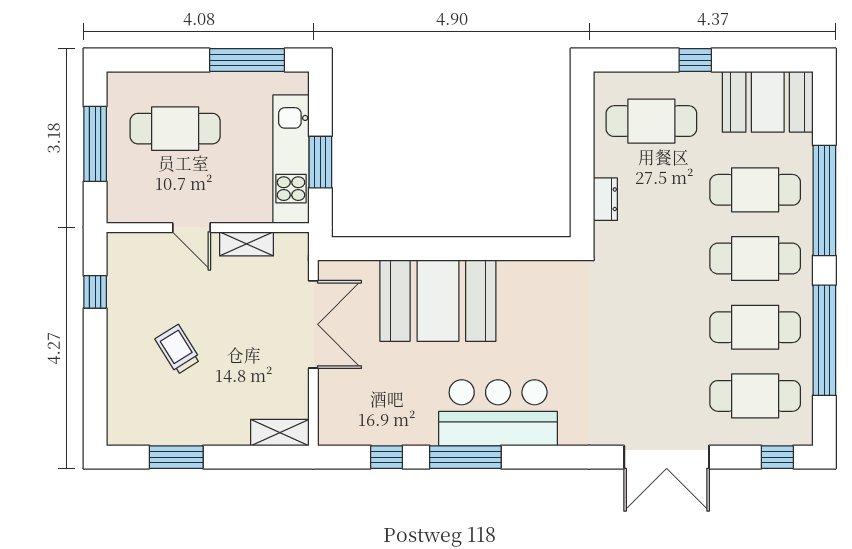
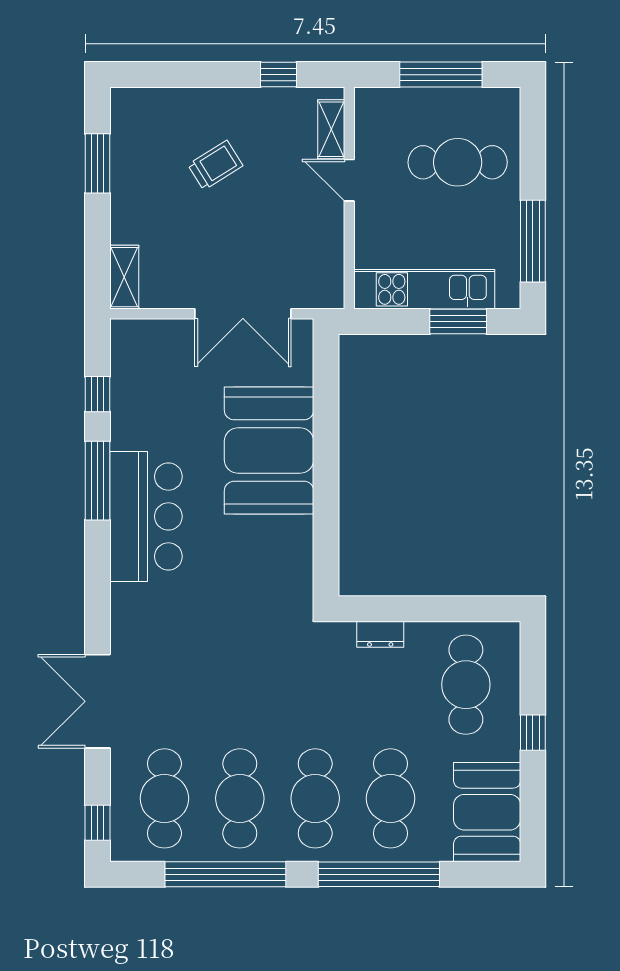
cafe table: (175, 129) -> (458, 162), turned 90
window: (320, 162) -> (458, 322), moved
door: (191, 228) -> (349, 180), hinge flipped
shelving: (247, 244) -> (331, 129), moved

